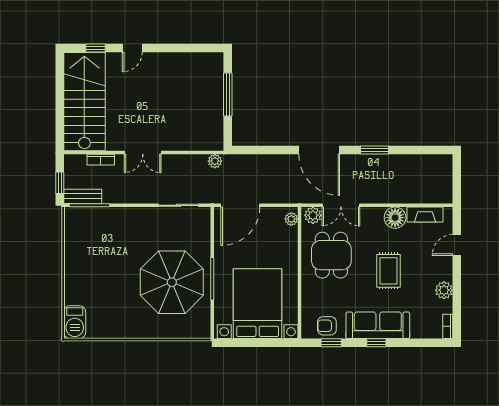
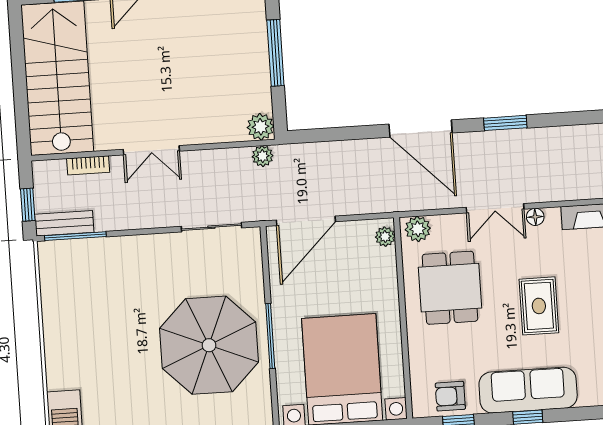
plant: (215, 142) -> (260, 127), added
double door: (341, 205) -> (495, 208), moved
floor lamp: (395, 218) -> (535, 217), width x0.53, depth x0.53

